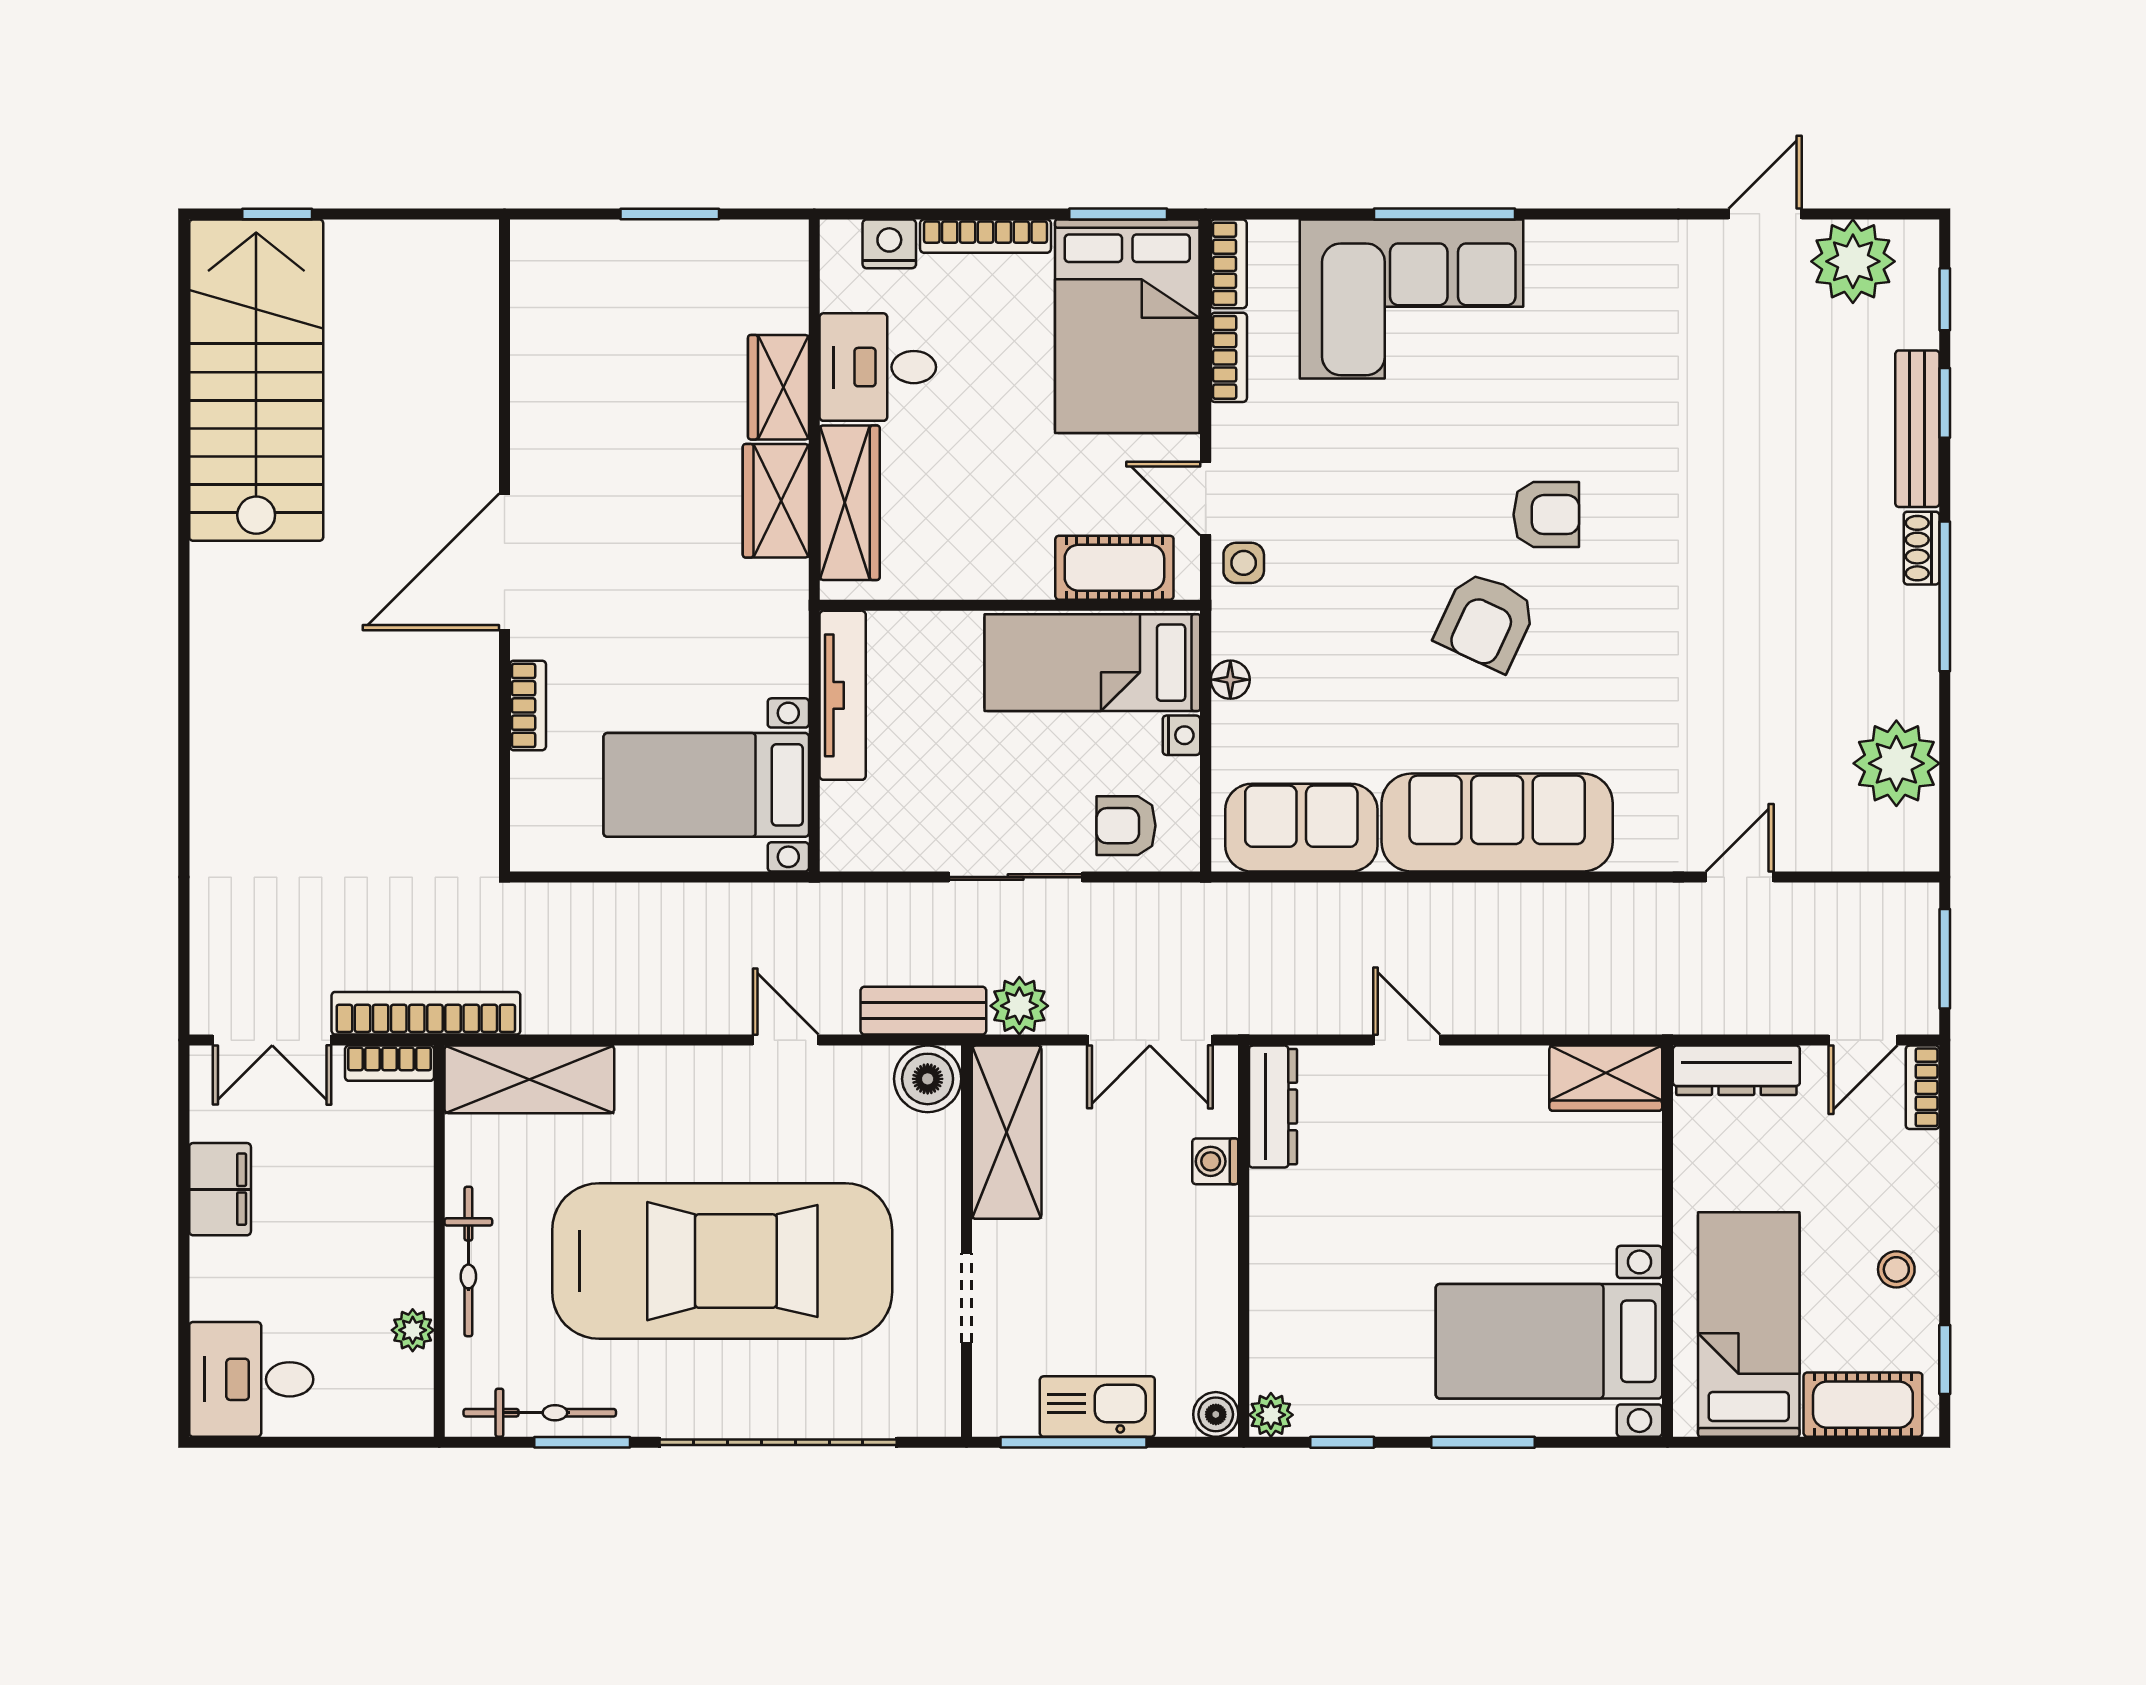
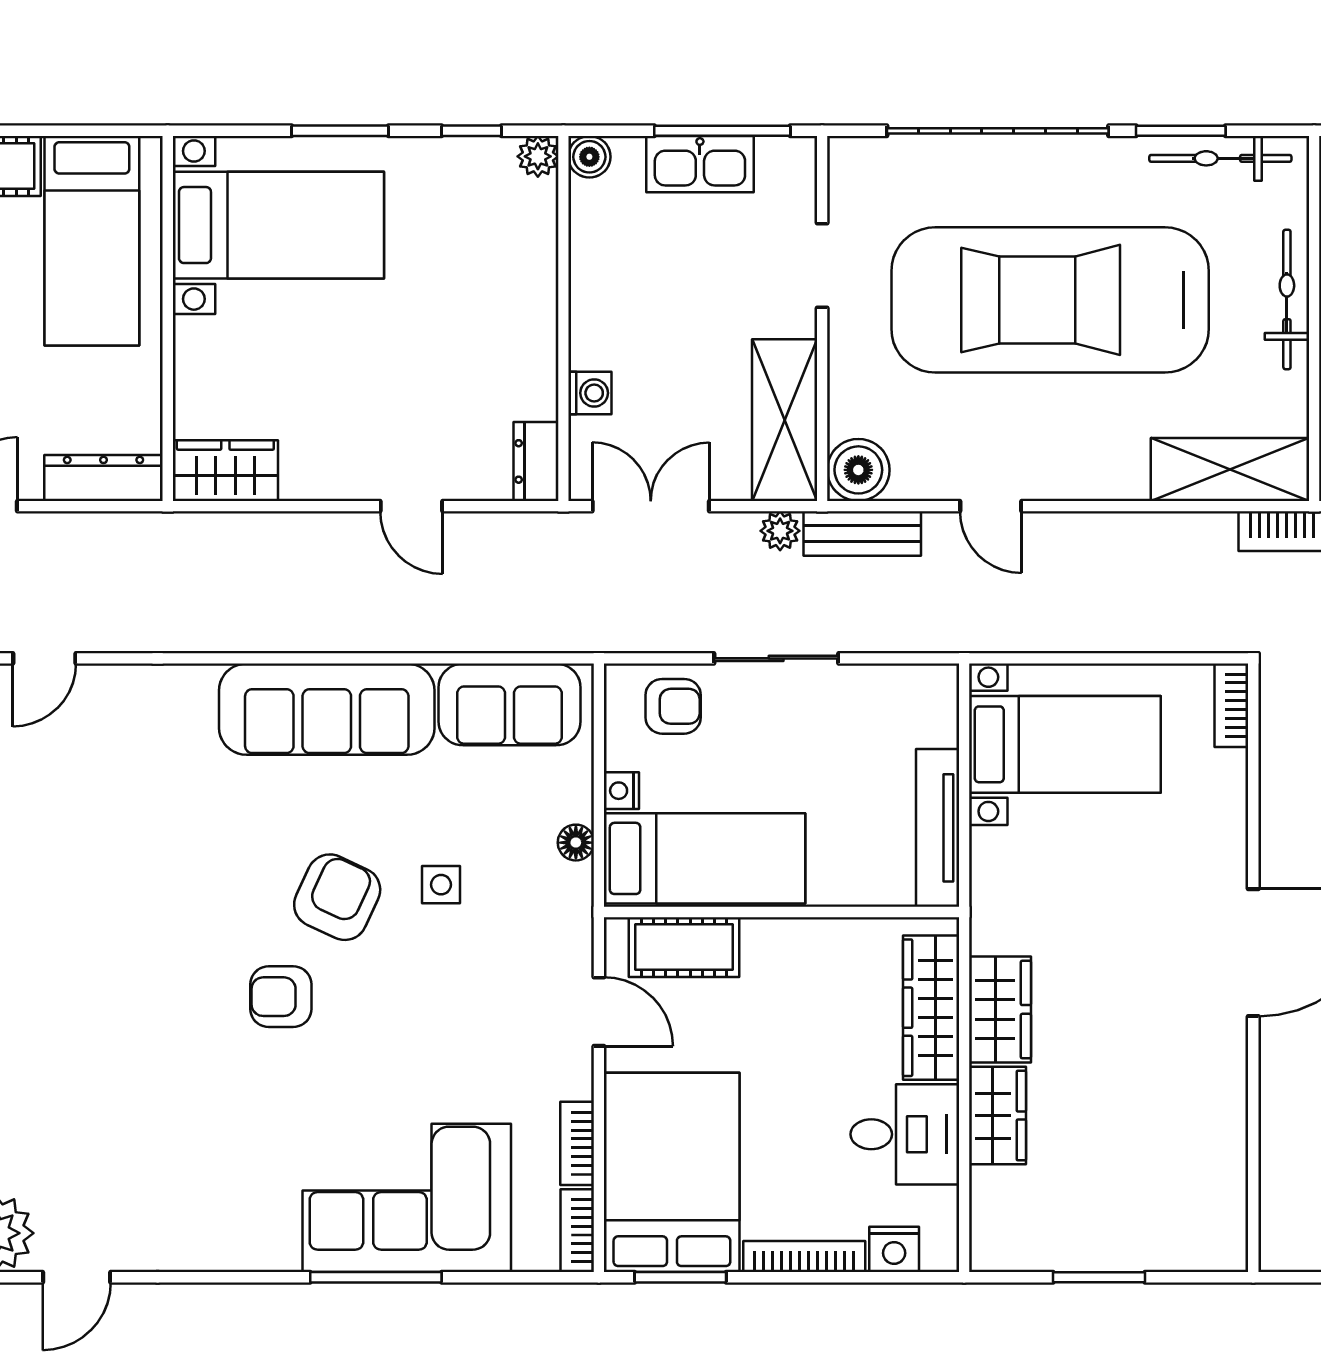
side table: (1244, 563) -> (441, 885), moved
bookcase: (528, 705) -> (1231, 705), moved
door: (1740, 877) -> (44, 658), moved
plant: (1019, 1006) -> (780, 531), width x0.73, depth x0.73
dresser: (1273, 1107) -> (536, 461), width x0.70

